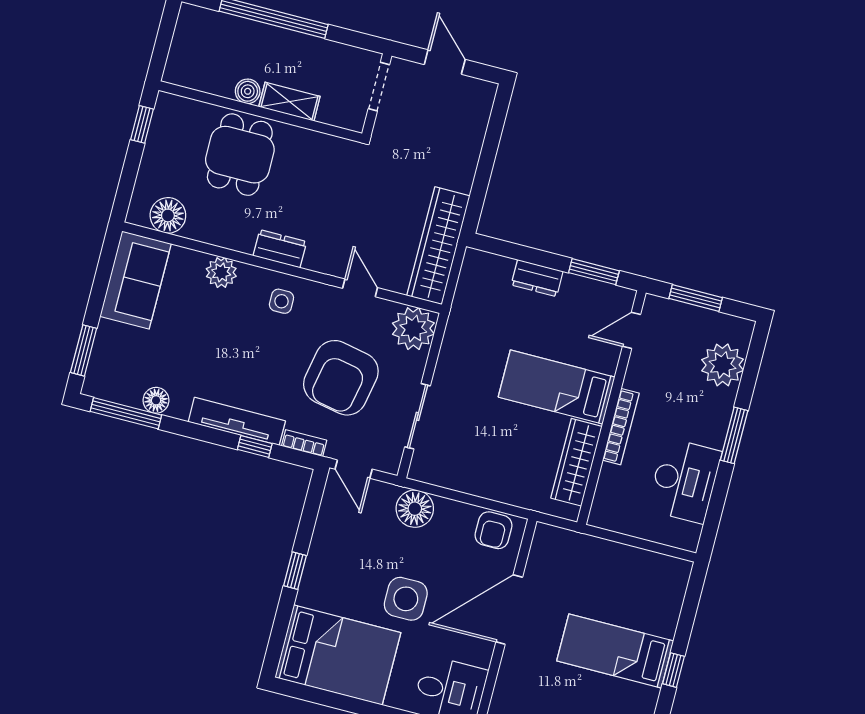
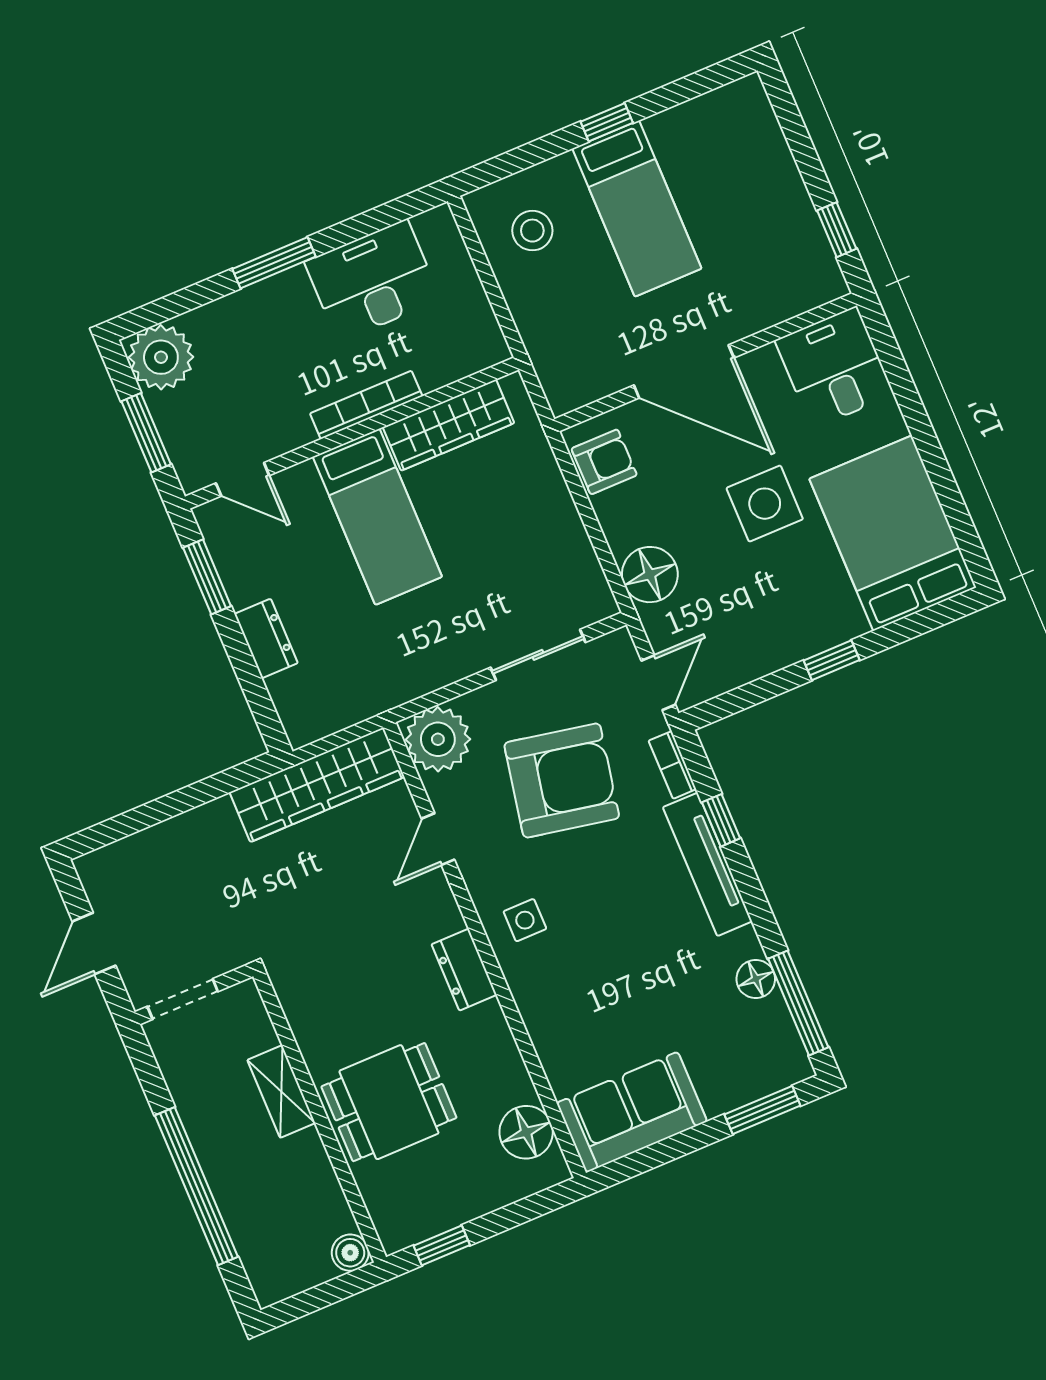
boiler: (248, 91) -> (350, 1253), moved
plant: (221, 272) -> (545, 1017), removed
plant: (723, 365) -> (161, 357), moved
stool: (646, 586) -> (532, 231), added

